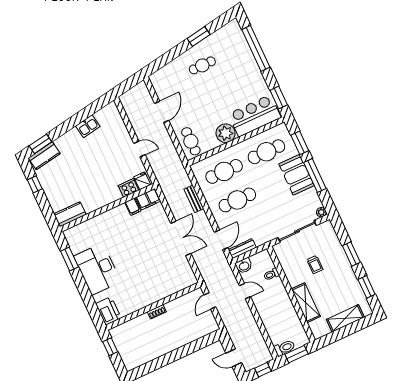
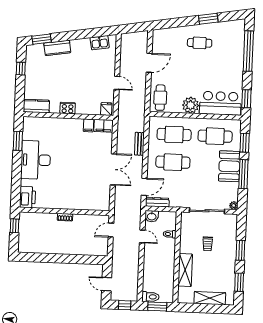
kitchen sink: (88, 126) -> (100, 43), moved
kitchen counter: (44, 156) -> (57, 48), moved
cooker: (128, 188) -> (68, 108), moved

